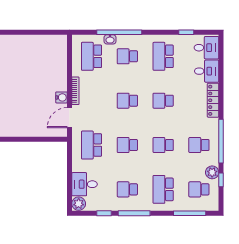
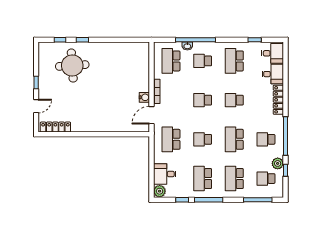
school desk: (163, 145) -> (234, 139), width x1.85
school desk: (127, 189) -> (203, 179), width x1.85

